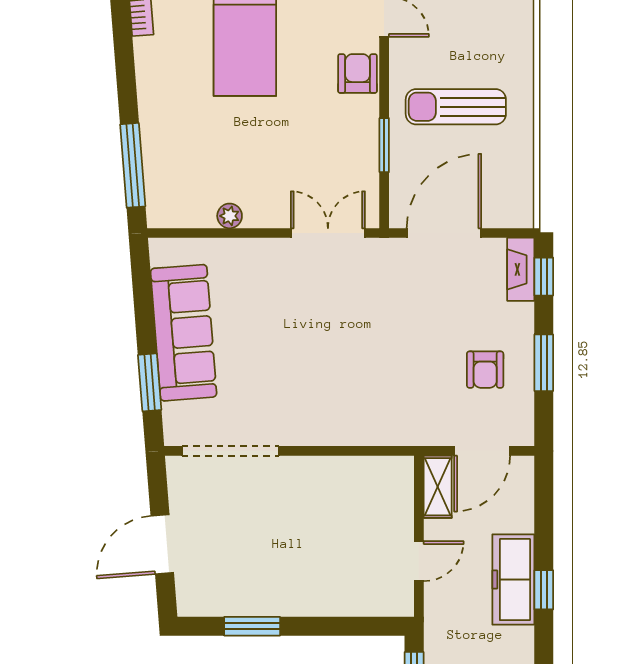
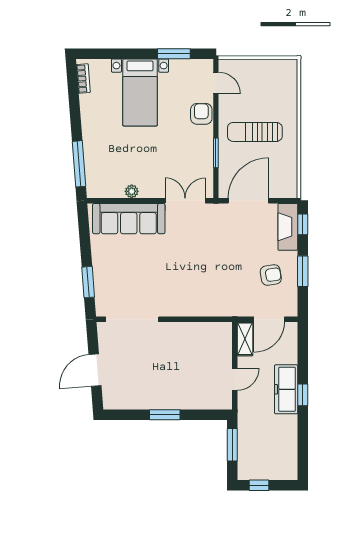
fireplace: (521, 269) -> (288, 227), width x1.37, depth x1.32
sofa: (184, 333) -> (129, 219), moved, turned 94
armchair: (485, 370) -> (271, 275), turned -99
window: (252, 626) -> (165, 415), moved

